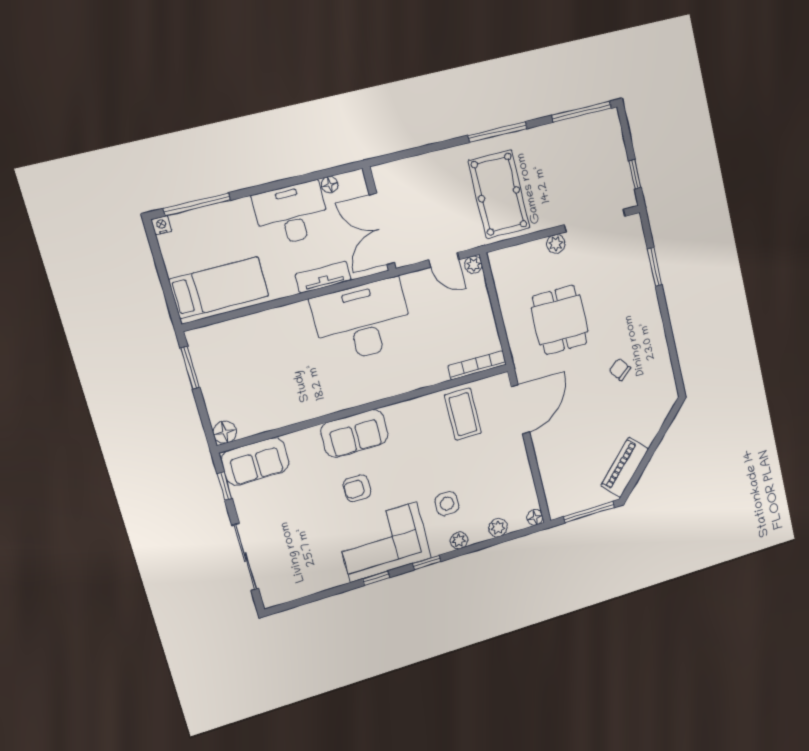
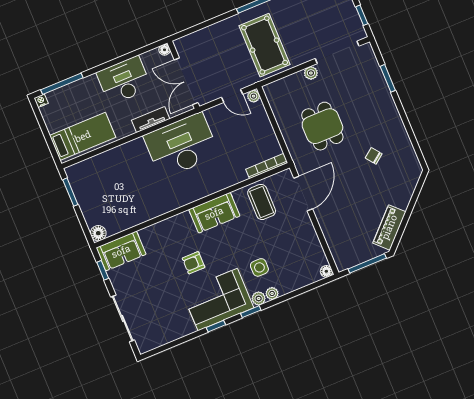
floor lamp: (330, 185) -> (164, 50), moved
sofa: (355, 433) -> (214, 213), moved
plant: (498, 528) -> (259, 298), moved

